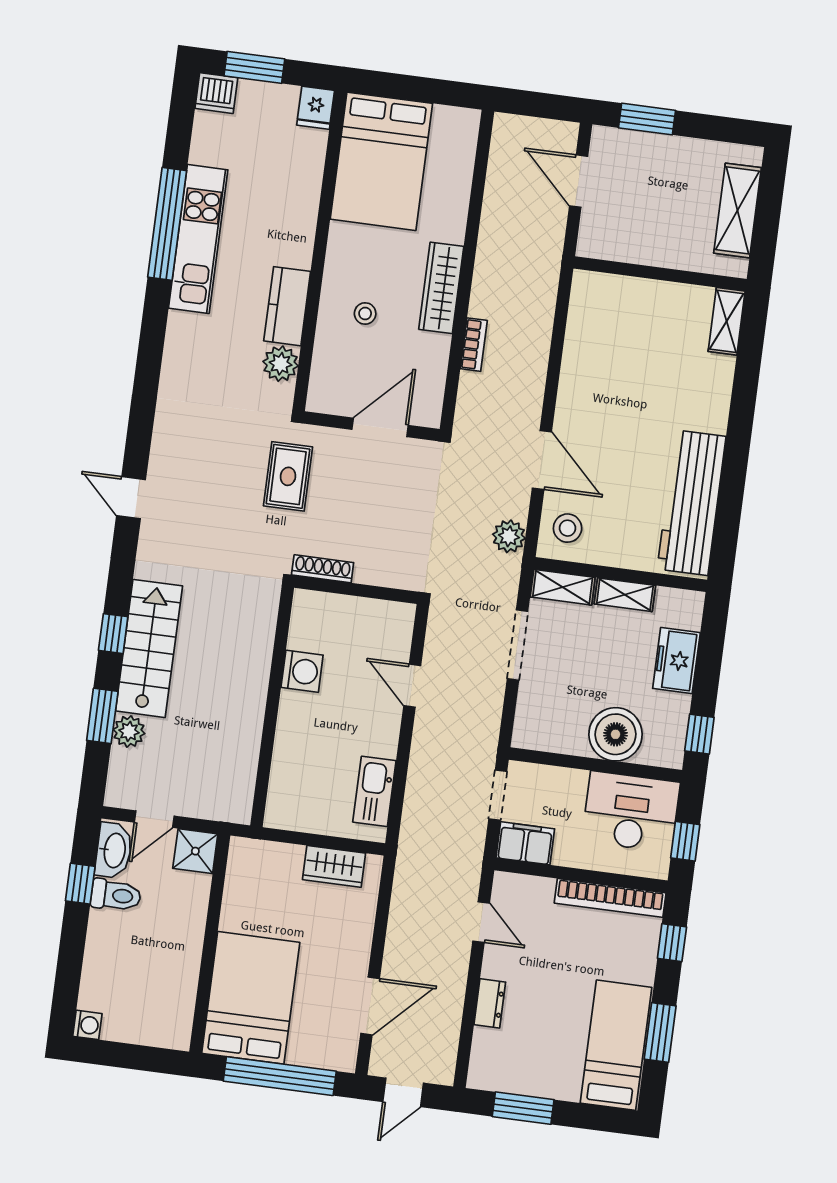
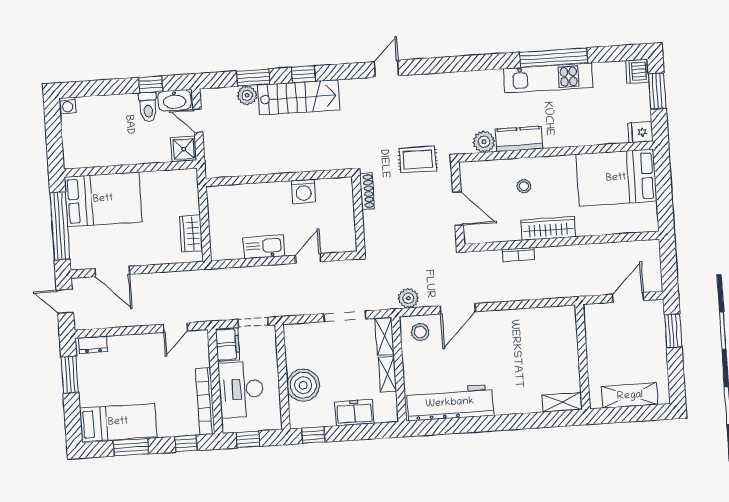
kitchen sink: (374, 791) -> (264, 247), moved
desk: (631, 812) -> (241, 389), moved, turned 180
dresser: (490, 1003) -> (93, 345), moved

